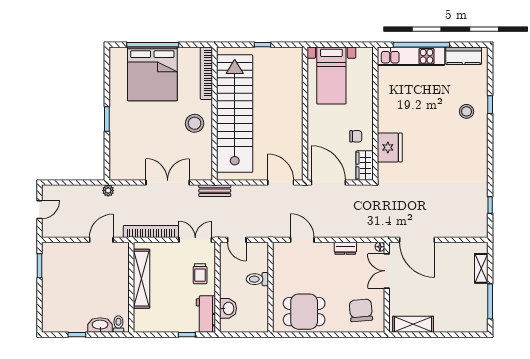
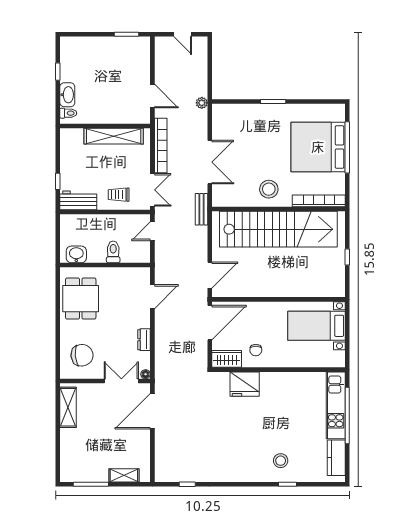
washbasin: (228, 308) -> (76, 254), moved, turned 180

